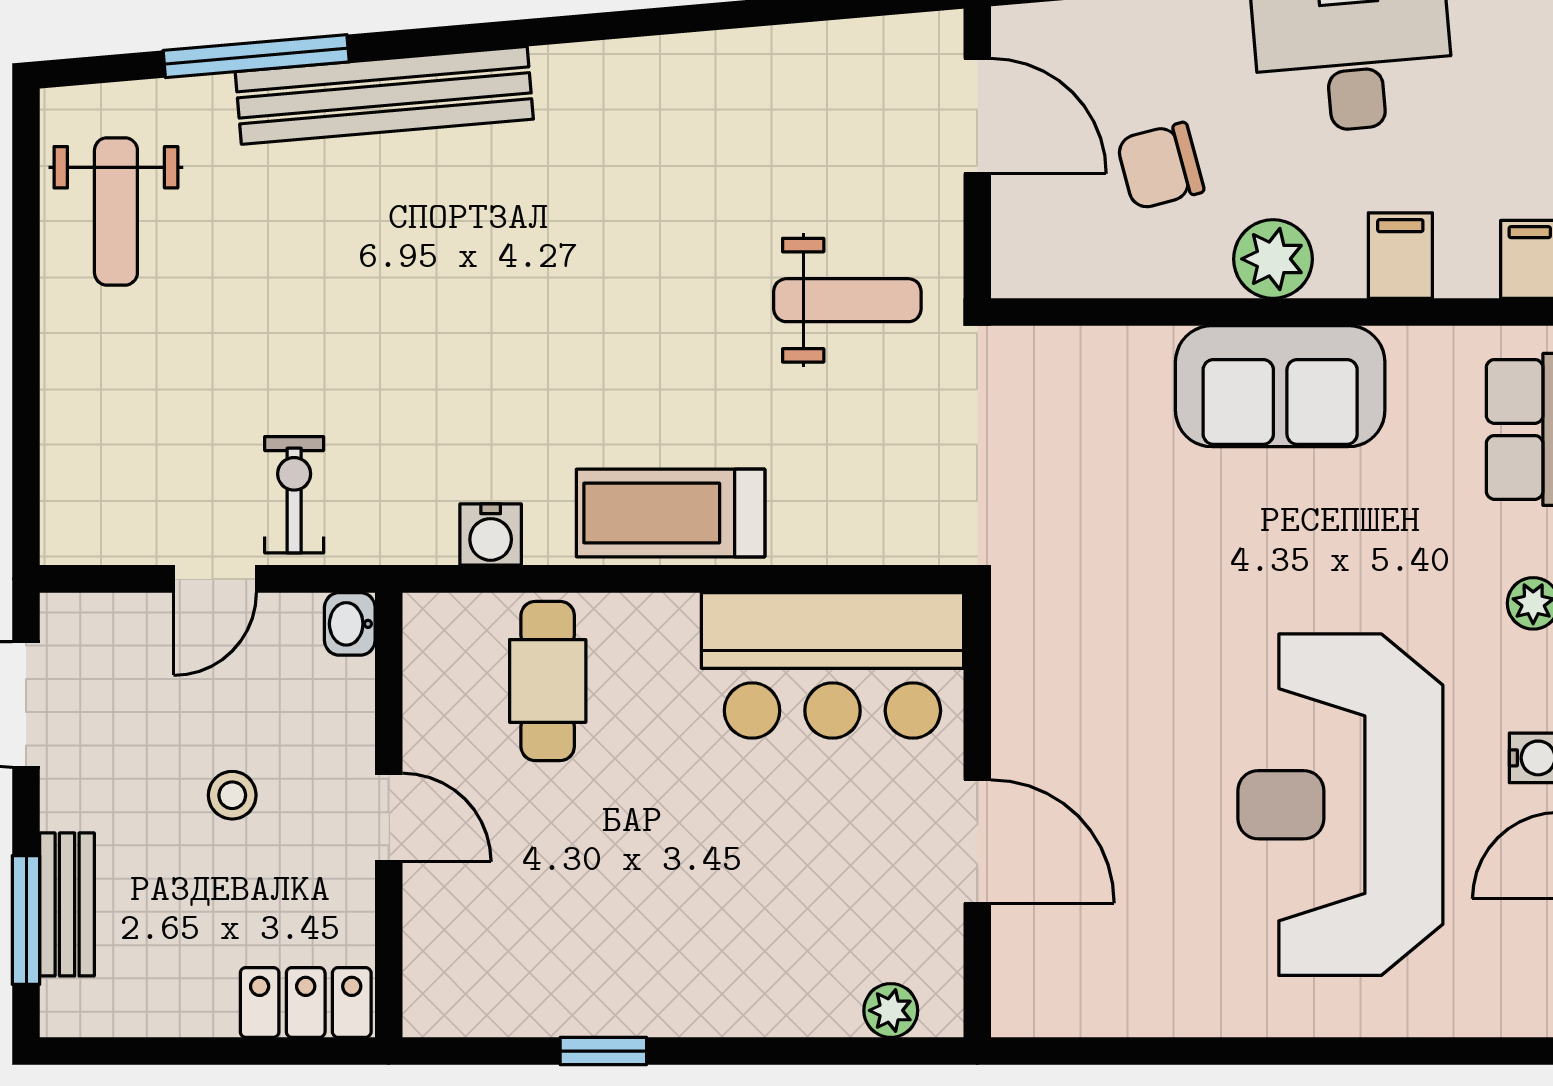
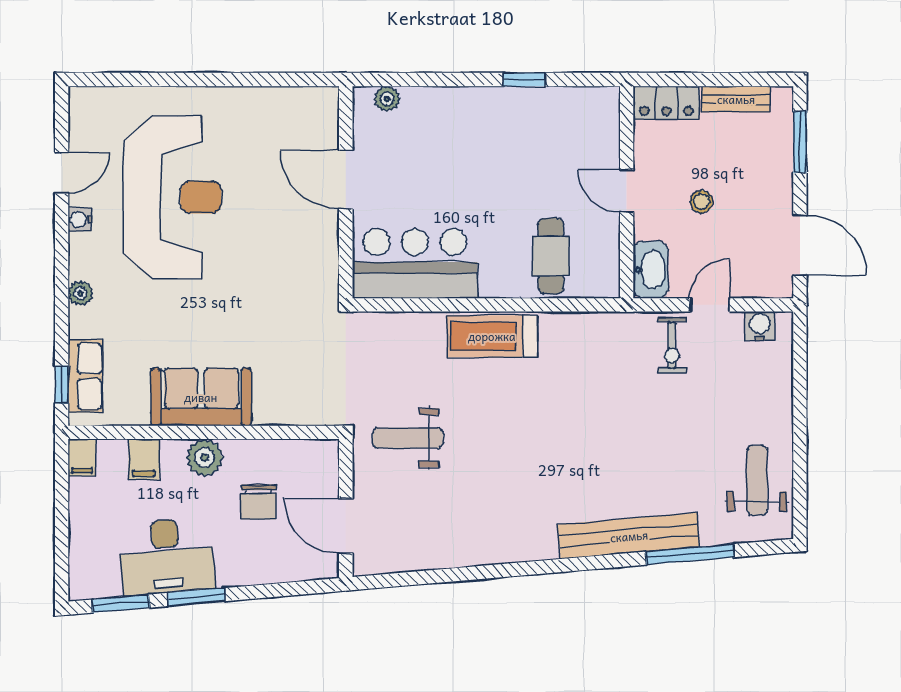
chair: (1160, 166) -> (258, 502), turned 105
treadmill: (671, 513) -> (492, 336), turned 180
water cooler: (491, 535) -> (760, 326), moved
washbasin: (350, 624) -> (651, 270), width x1.91, depth x1.45
bench: (67, 904) -> (736, 99), moved, turned 90

